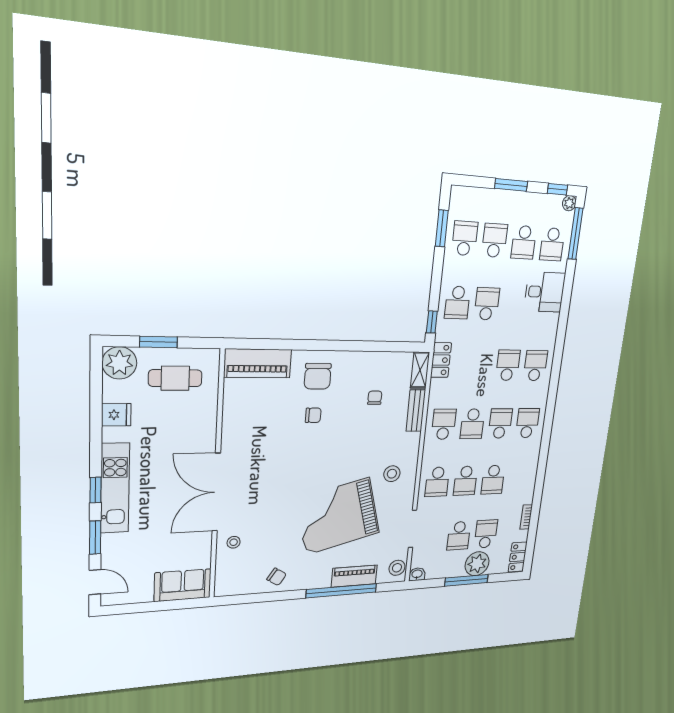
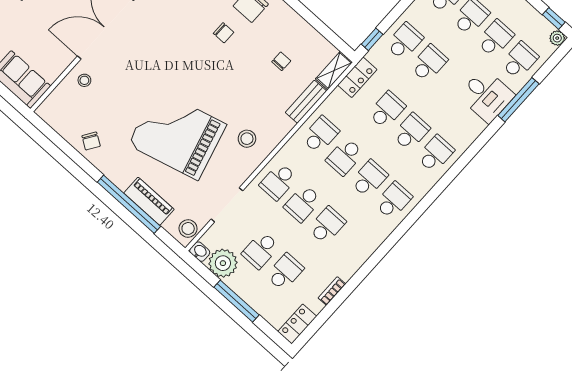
window: (575, 234) -> (518, 100), moved
school desk: (524, 242) -> (495, 38), turned 180
school desk: (552, 244) -> (520, 60), turned 180
school desk: (457, 303) -> (405, 41), turned 180
school desk: (479, 365) -> (387, 110), added
school desk: (493, 480) -> (327, 225), turned 180
plant: (477, 564) -> (223, 263), moved

